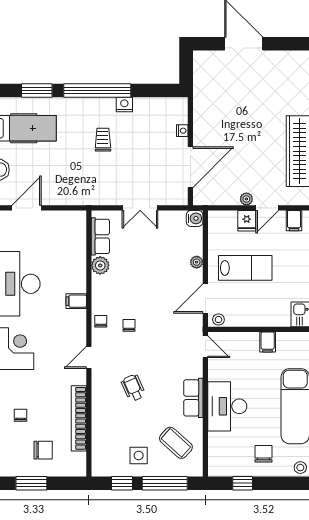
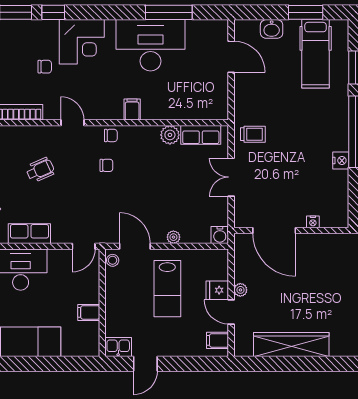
trolley: (103, 140) -> (253, 134), moved
chair: (20, 415) -> (45, 67), moved

